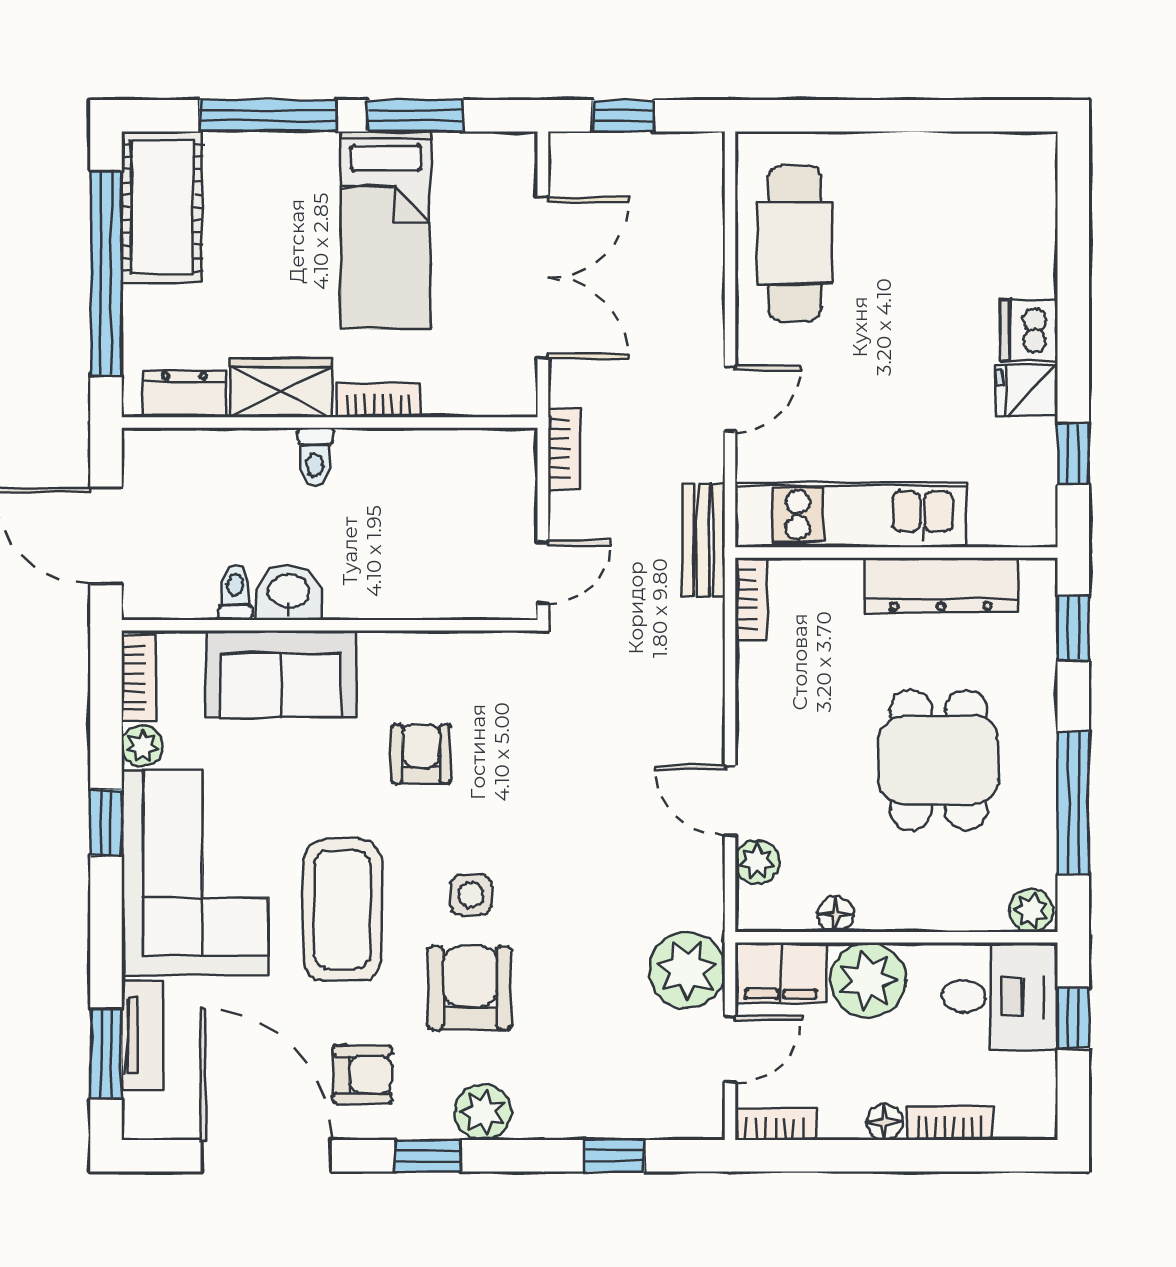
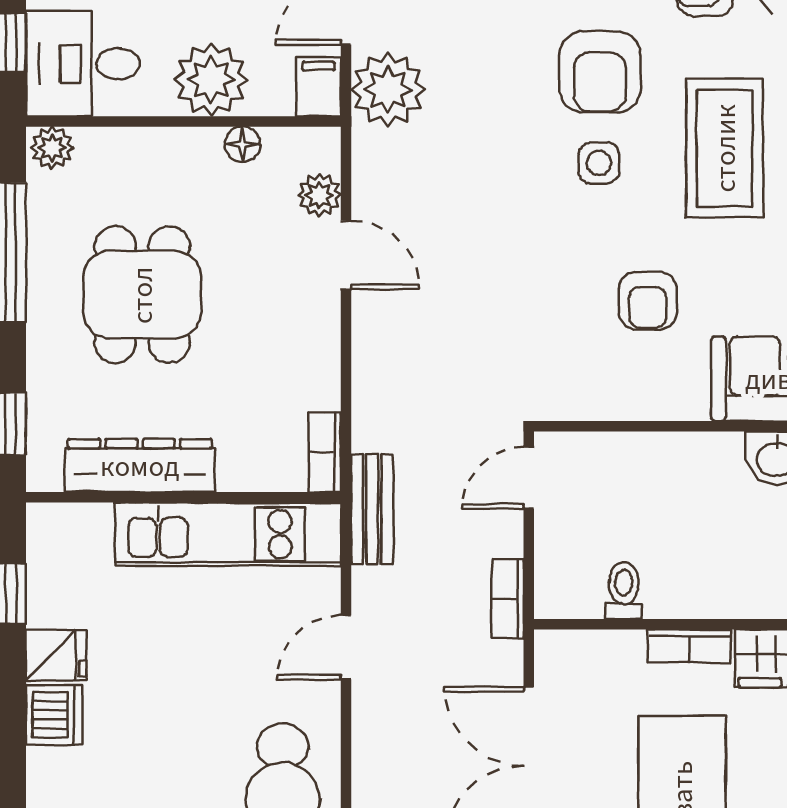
toilet: (315, 457) -> (624, 591), moved
filing cabinet: (781, 973) -> (319, 87), width x0.50

